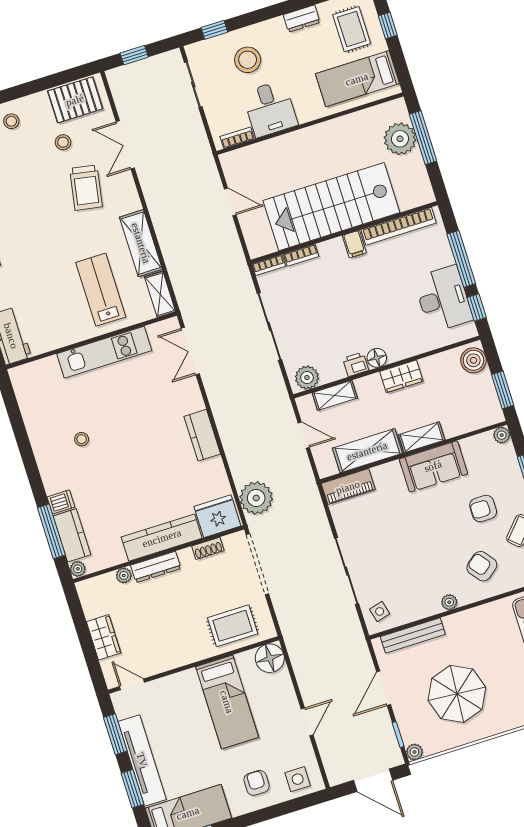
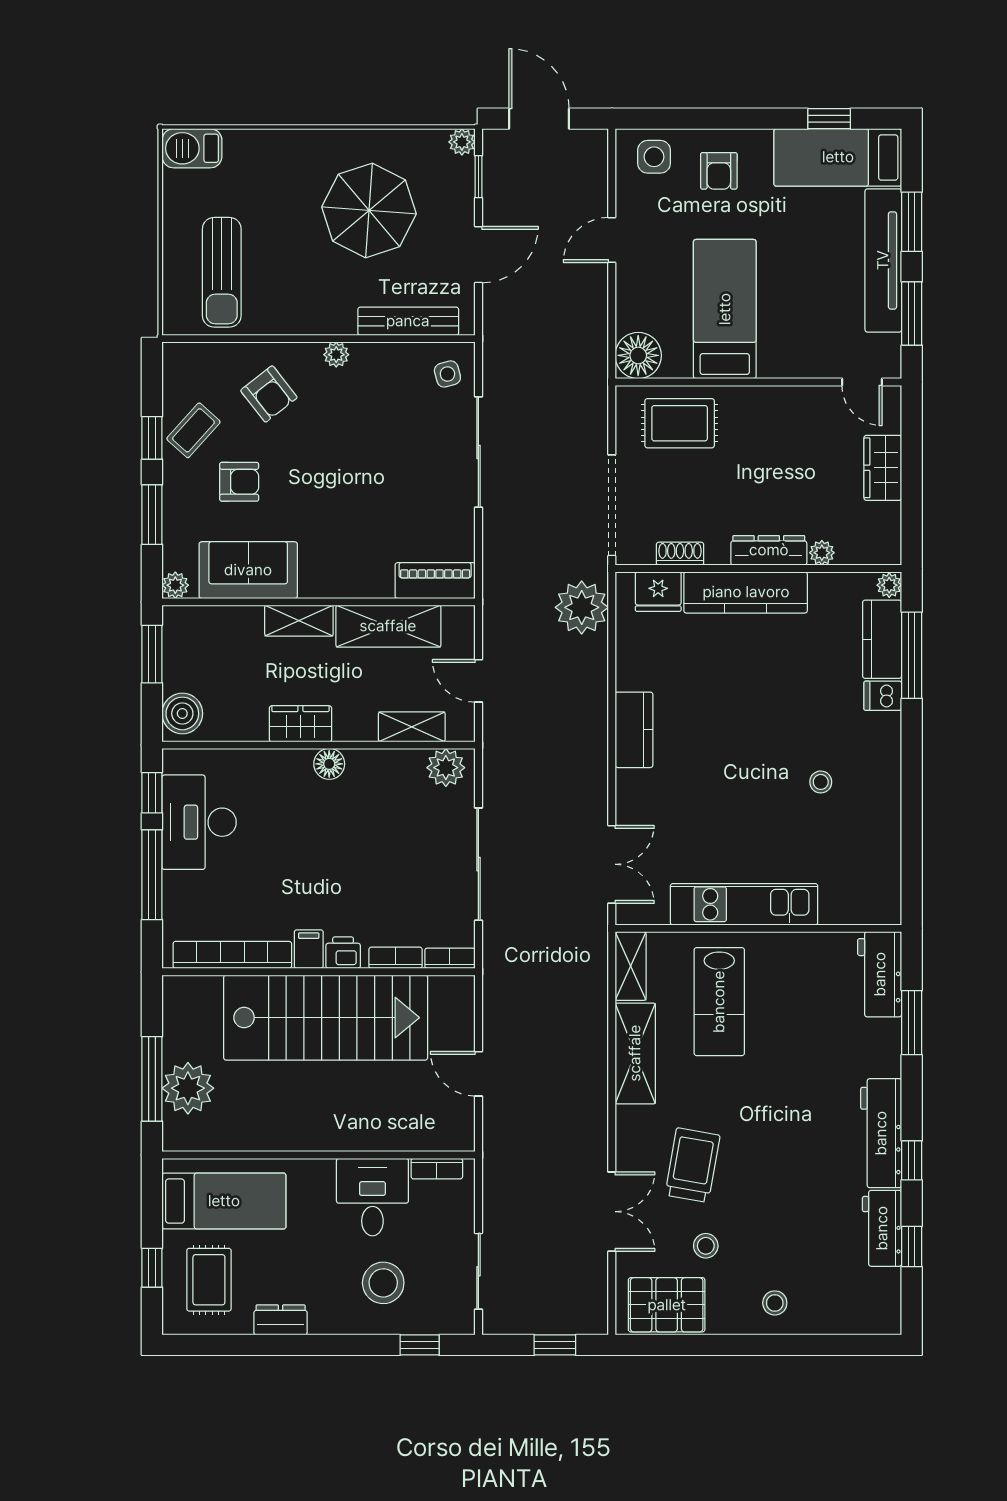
printer: (356, 364) -> (343, 953), moved, turned 180
sofa: (433, 466) -> (248, 570), moved
fridge: (217, 516) -> (658, 592), width x0.73, depth x0.75

